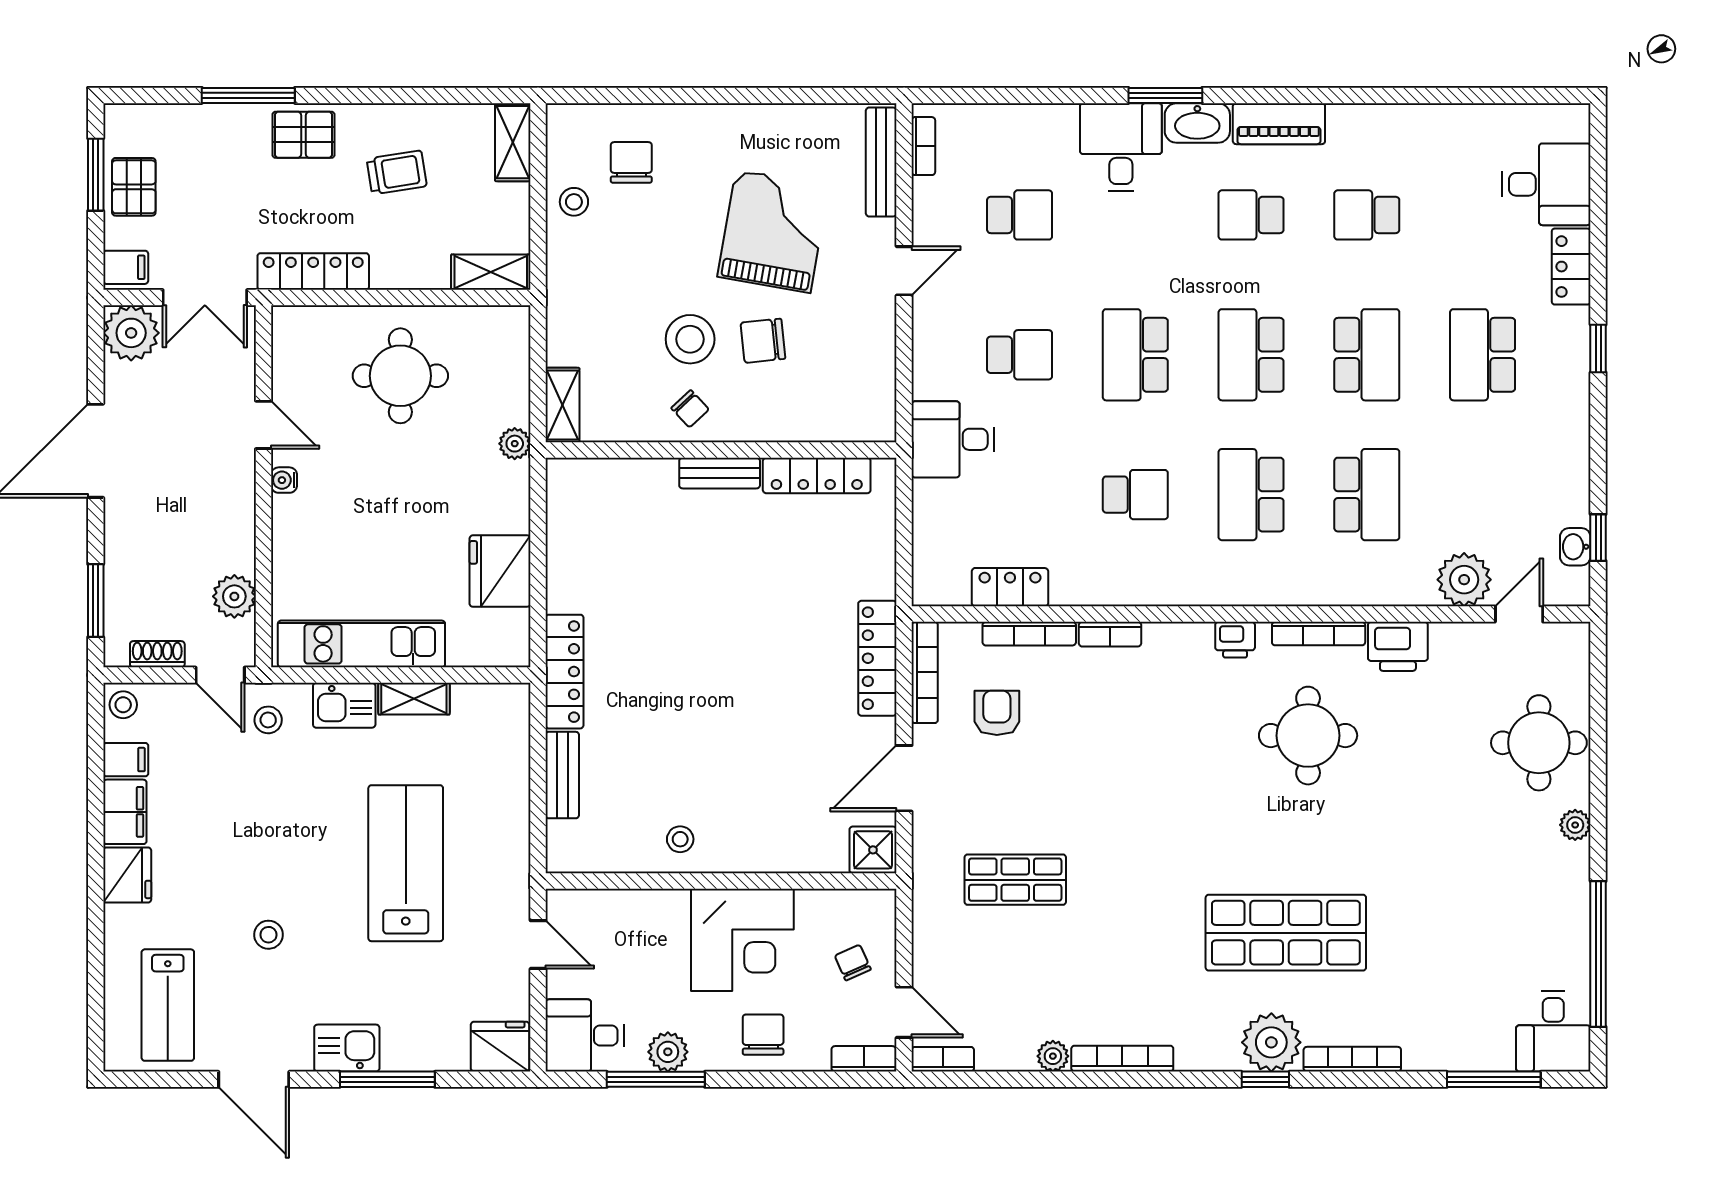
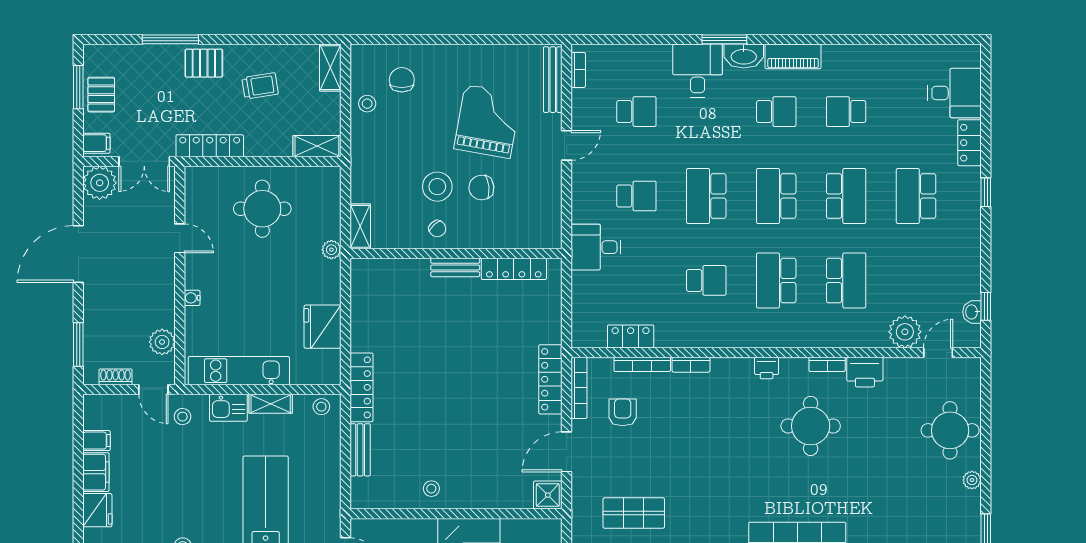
school desk: (1251, 215) -> (776, 112), turned 180
water cooler: (284, 480) -> (192, 298), moved
bookcase: (1319, 634) -> (827, 364), width x0.64
stool: (123, 705) -> (321, 407), moved

